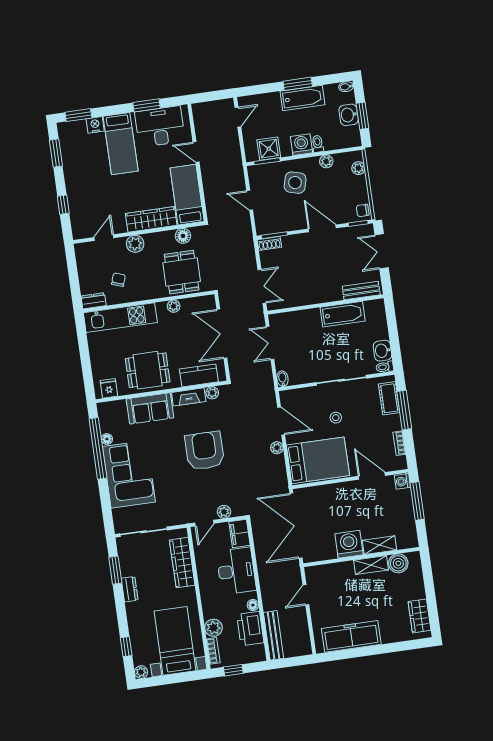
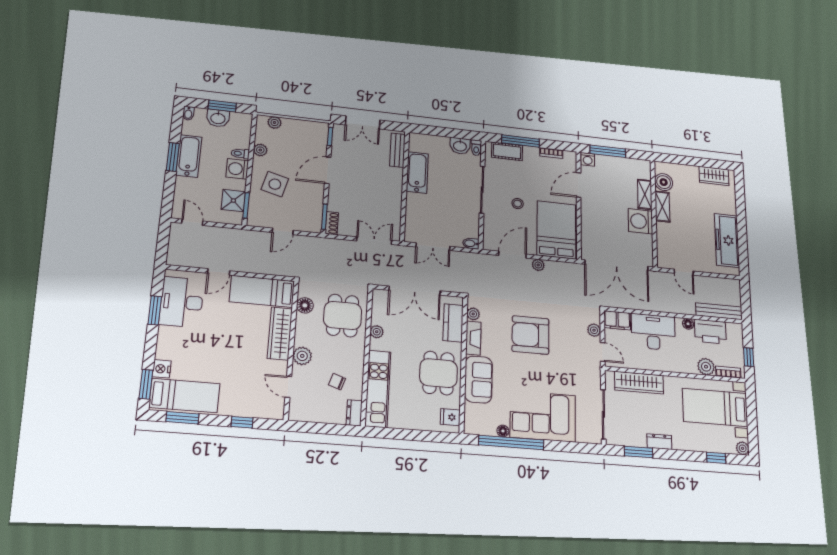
bed: (121, 144) -> (185, 396), moved
chair: (363, 210) -> (318, 129), removed
dining table: (182, 272) -> (343, 315), turned 90

